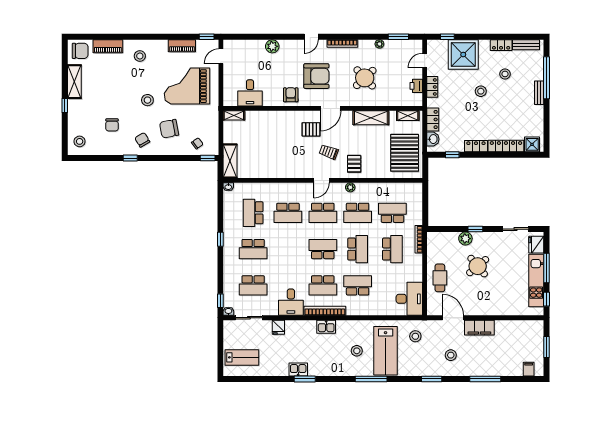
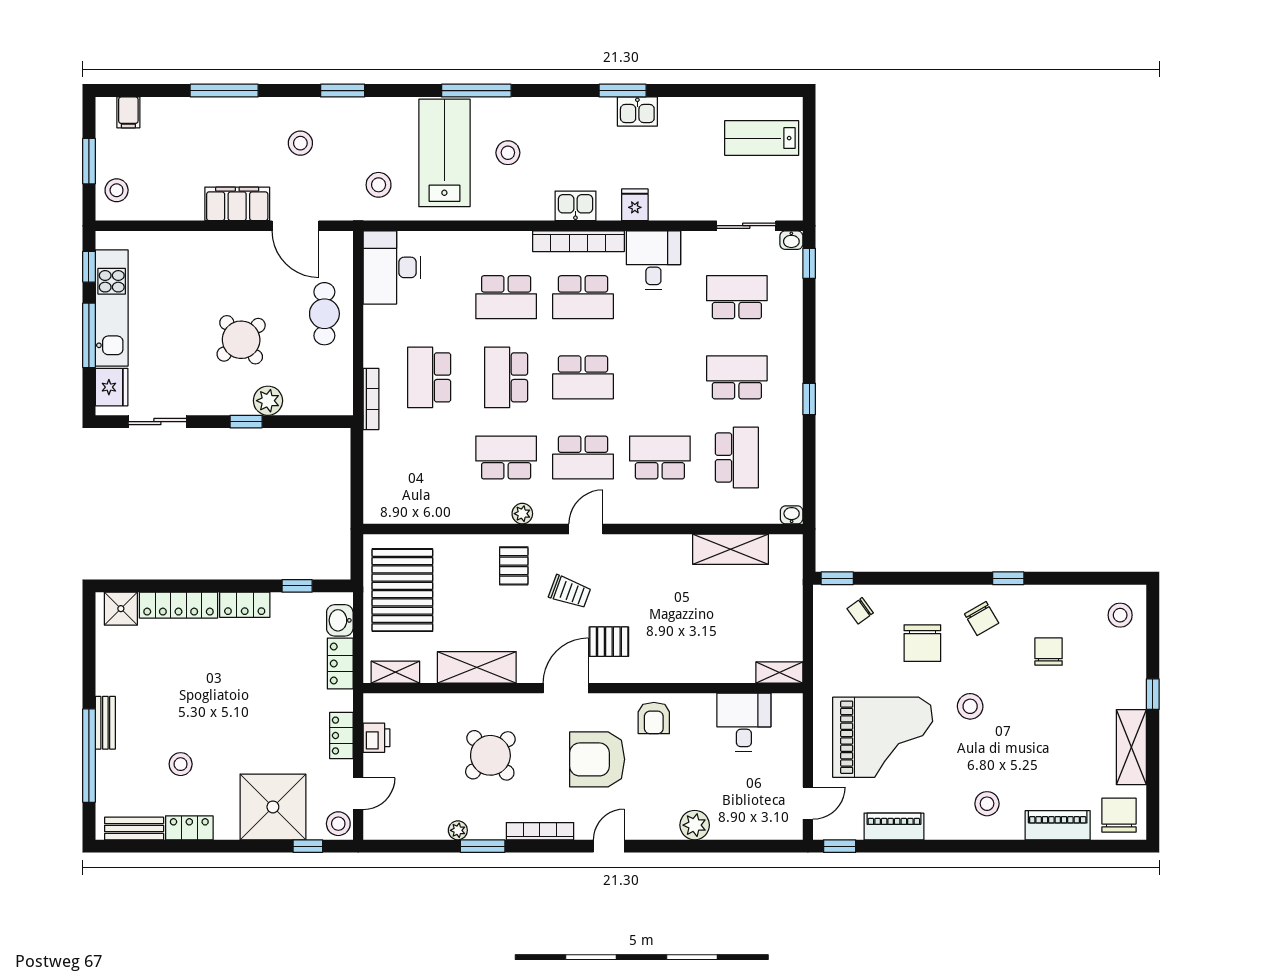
window: (398, 37) -> (483, 846), moved
chair: (80, 51) -> (1119, 815), turned 90
stool: (481, 91) -> (338, 824), moved
chair: (169, 129) -> (922, 643), turned 101
shelving: (230, 161) -> (731, 549), moved, turned 90
school desk: (323, 213) -> (583, 457), turned 180
school desk: (392, 213) -> (429, 457), removed
school desk: (323, 285) -> (583, 297), turned 180
fridge: (278, 327) -> (635, 205), moved
stool: (534, 334) -> (117, 190), added

